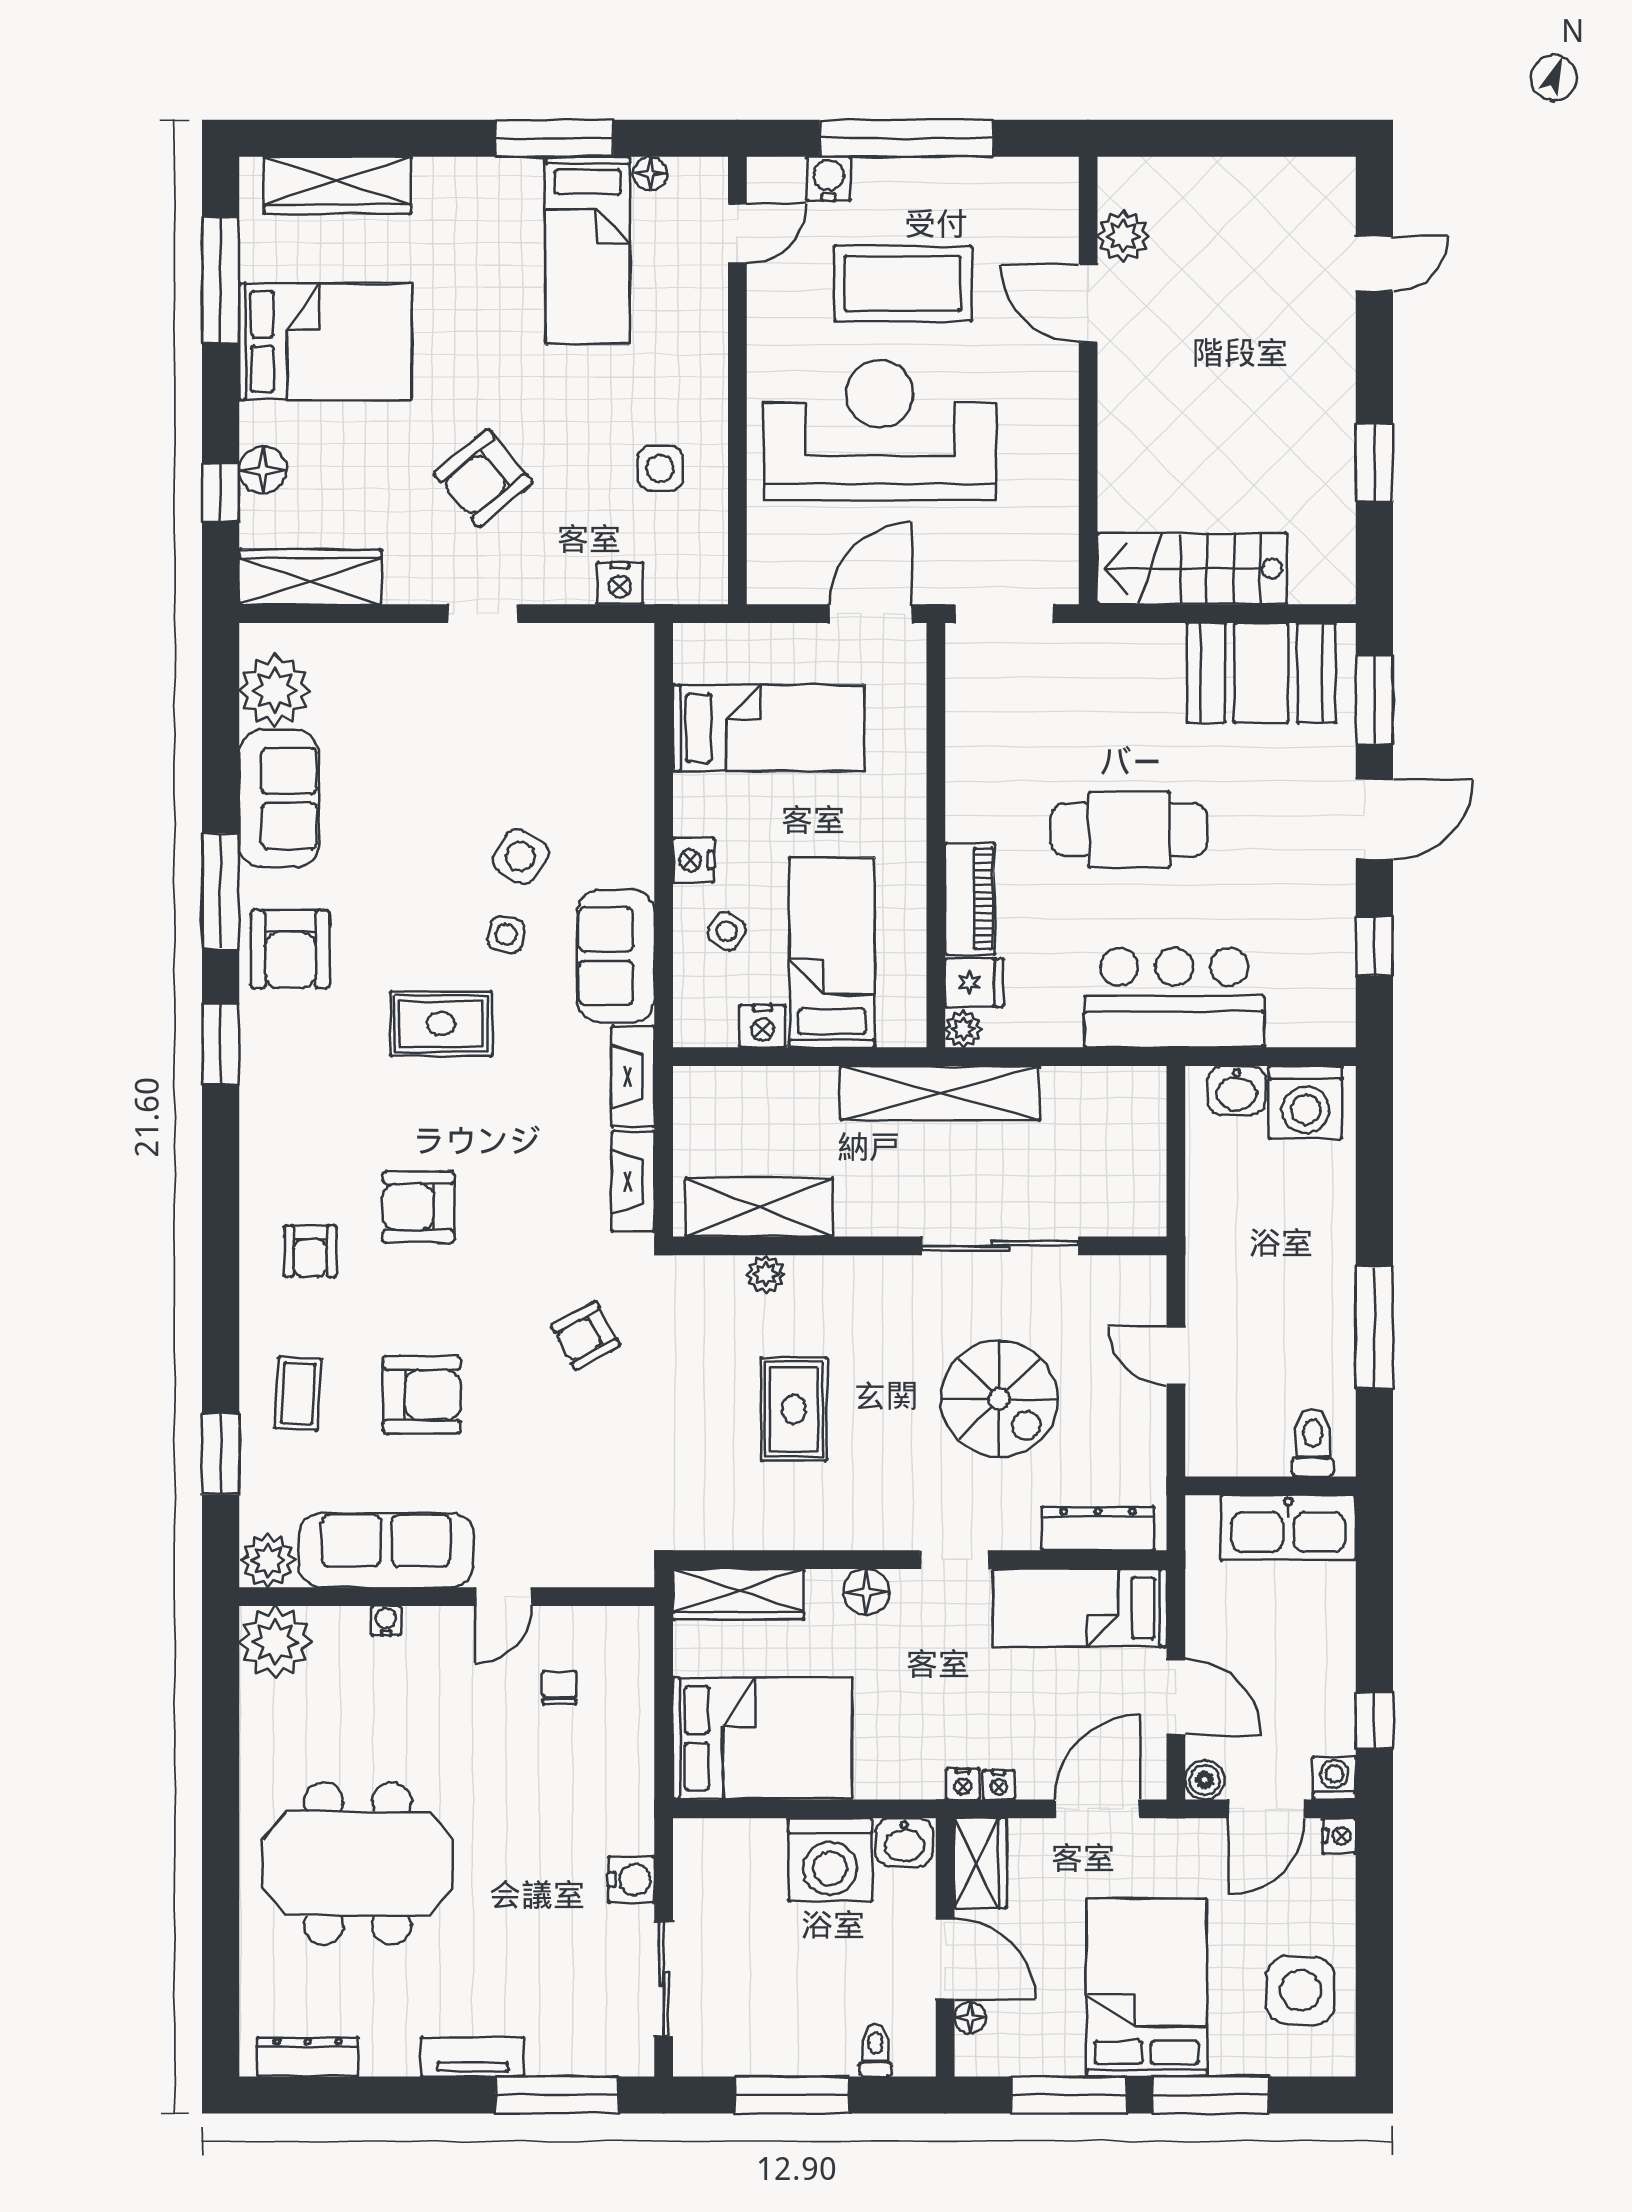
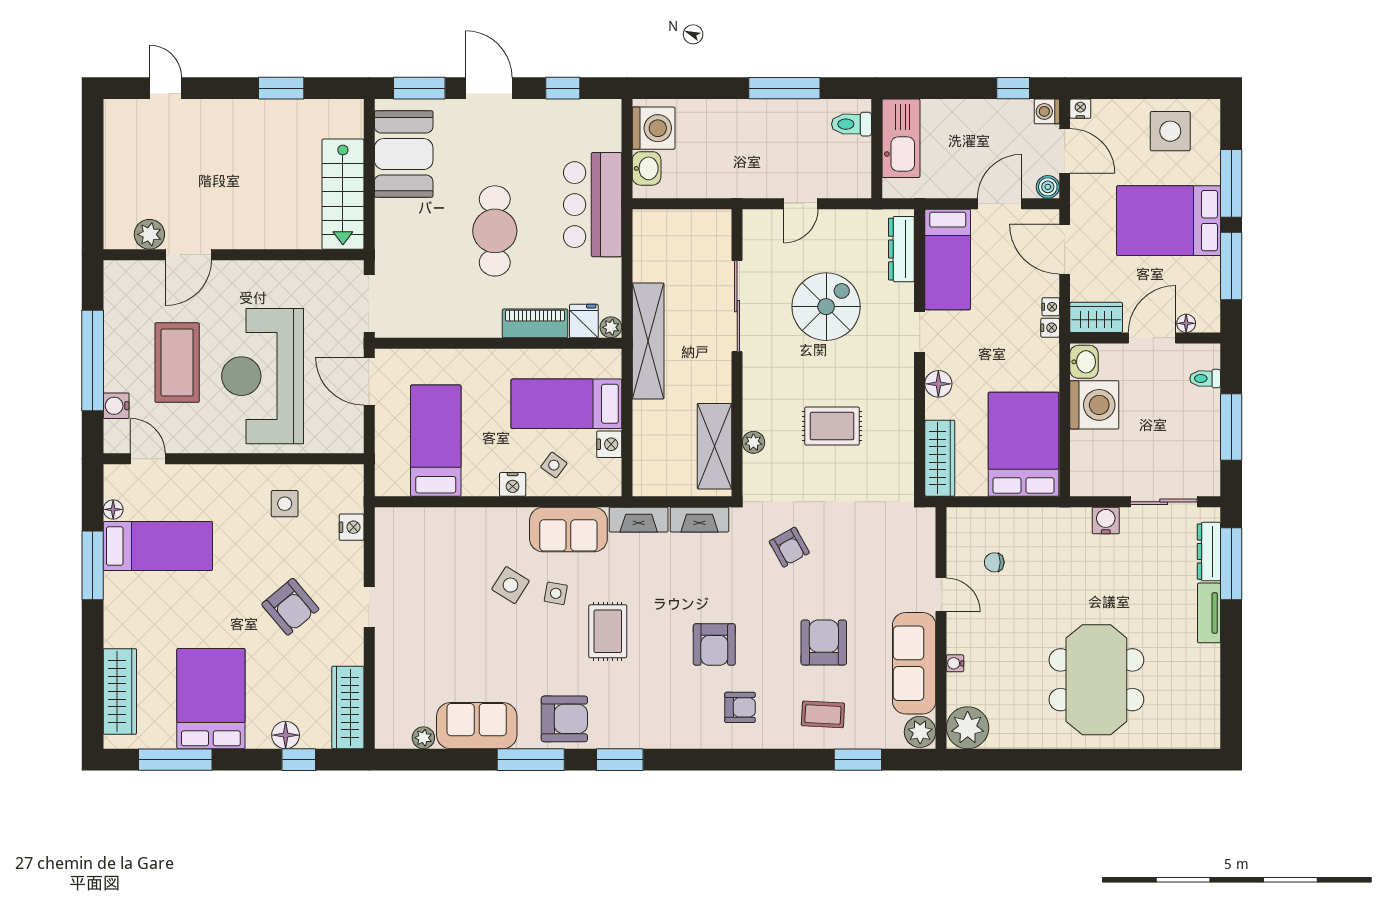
plant: (275, 690) -> (423, 738), width x0.53, depth x0.53
dresser: (308, 2057) -> (1209, 552), moved

